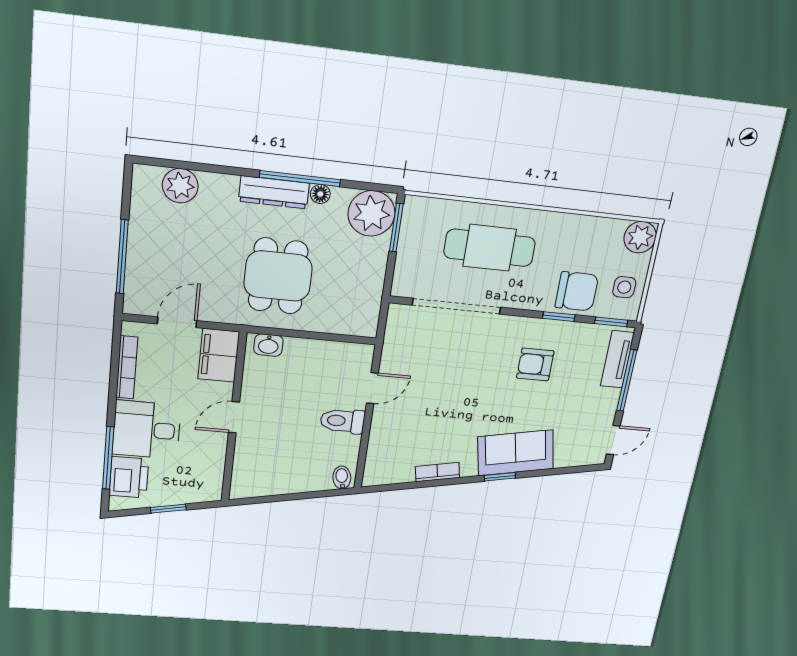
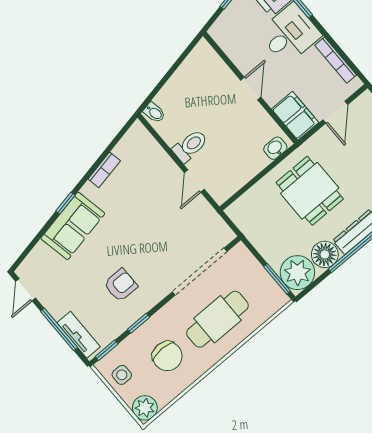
floor lamp: (320, 194) -> (325, 254), width x1.89, depth x1.89
chair: (577, 291) -> (167, 356), moved, turned -90

